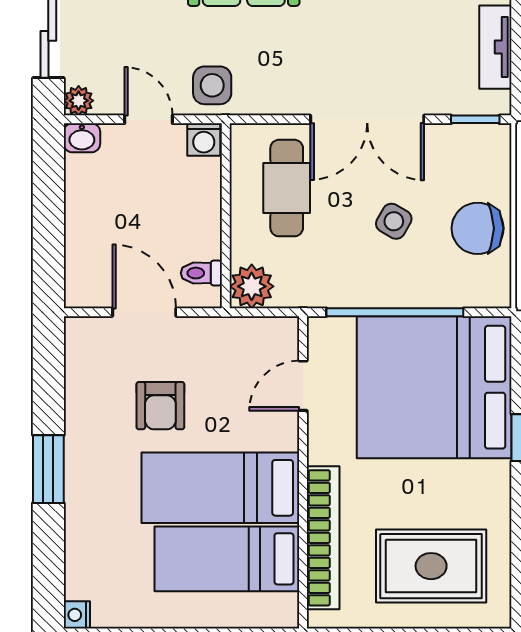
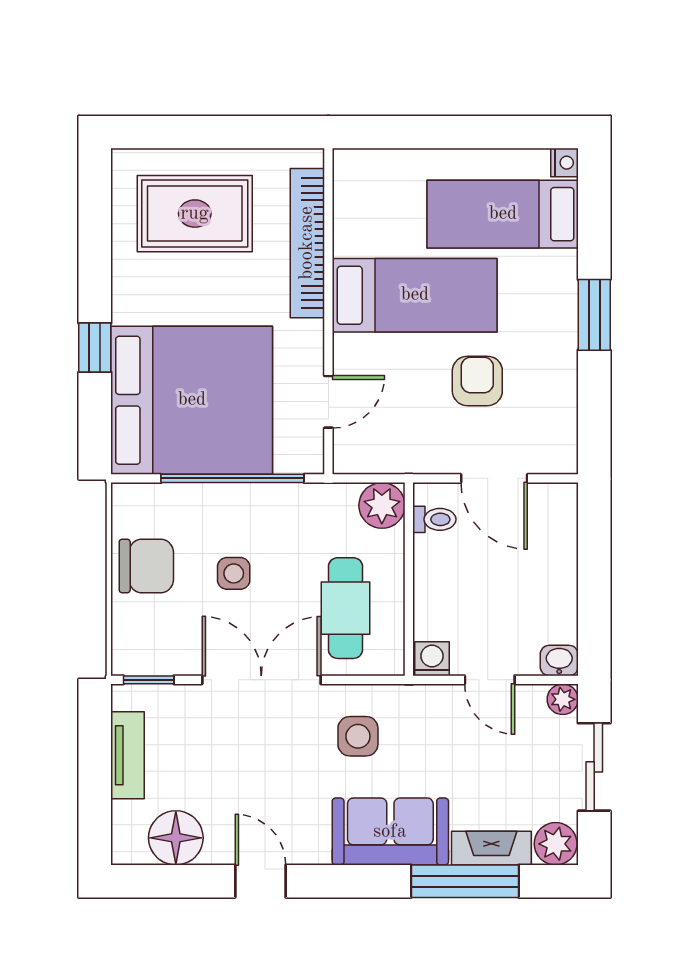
side table: (212, 85) -> (358, 736), moved
side table: (394, 221) -> (234, 573), turned -30
bed: (227, 559) -> (503, 214), moved, turned 180

